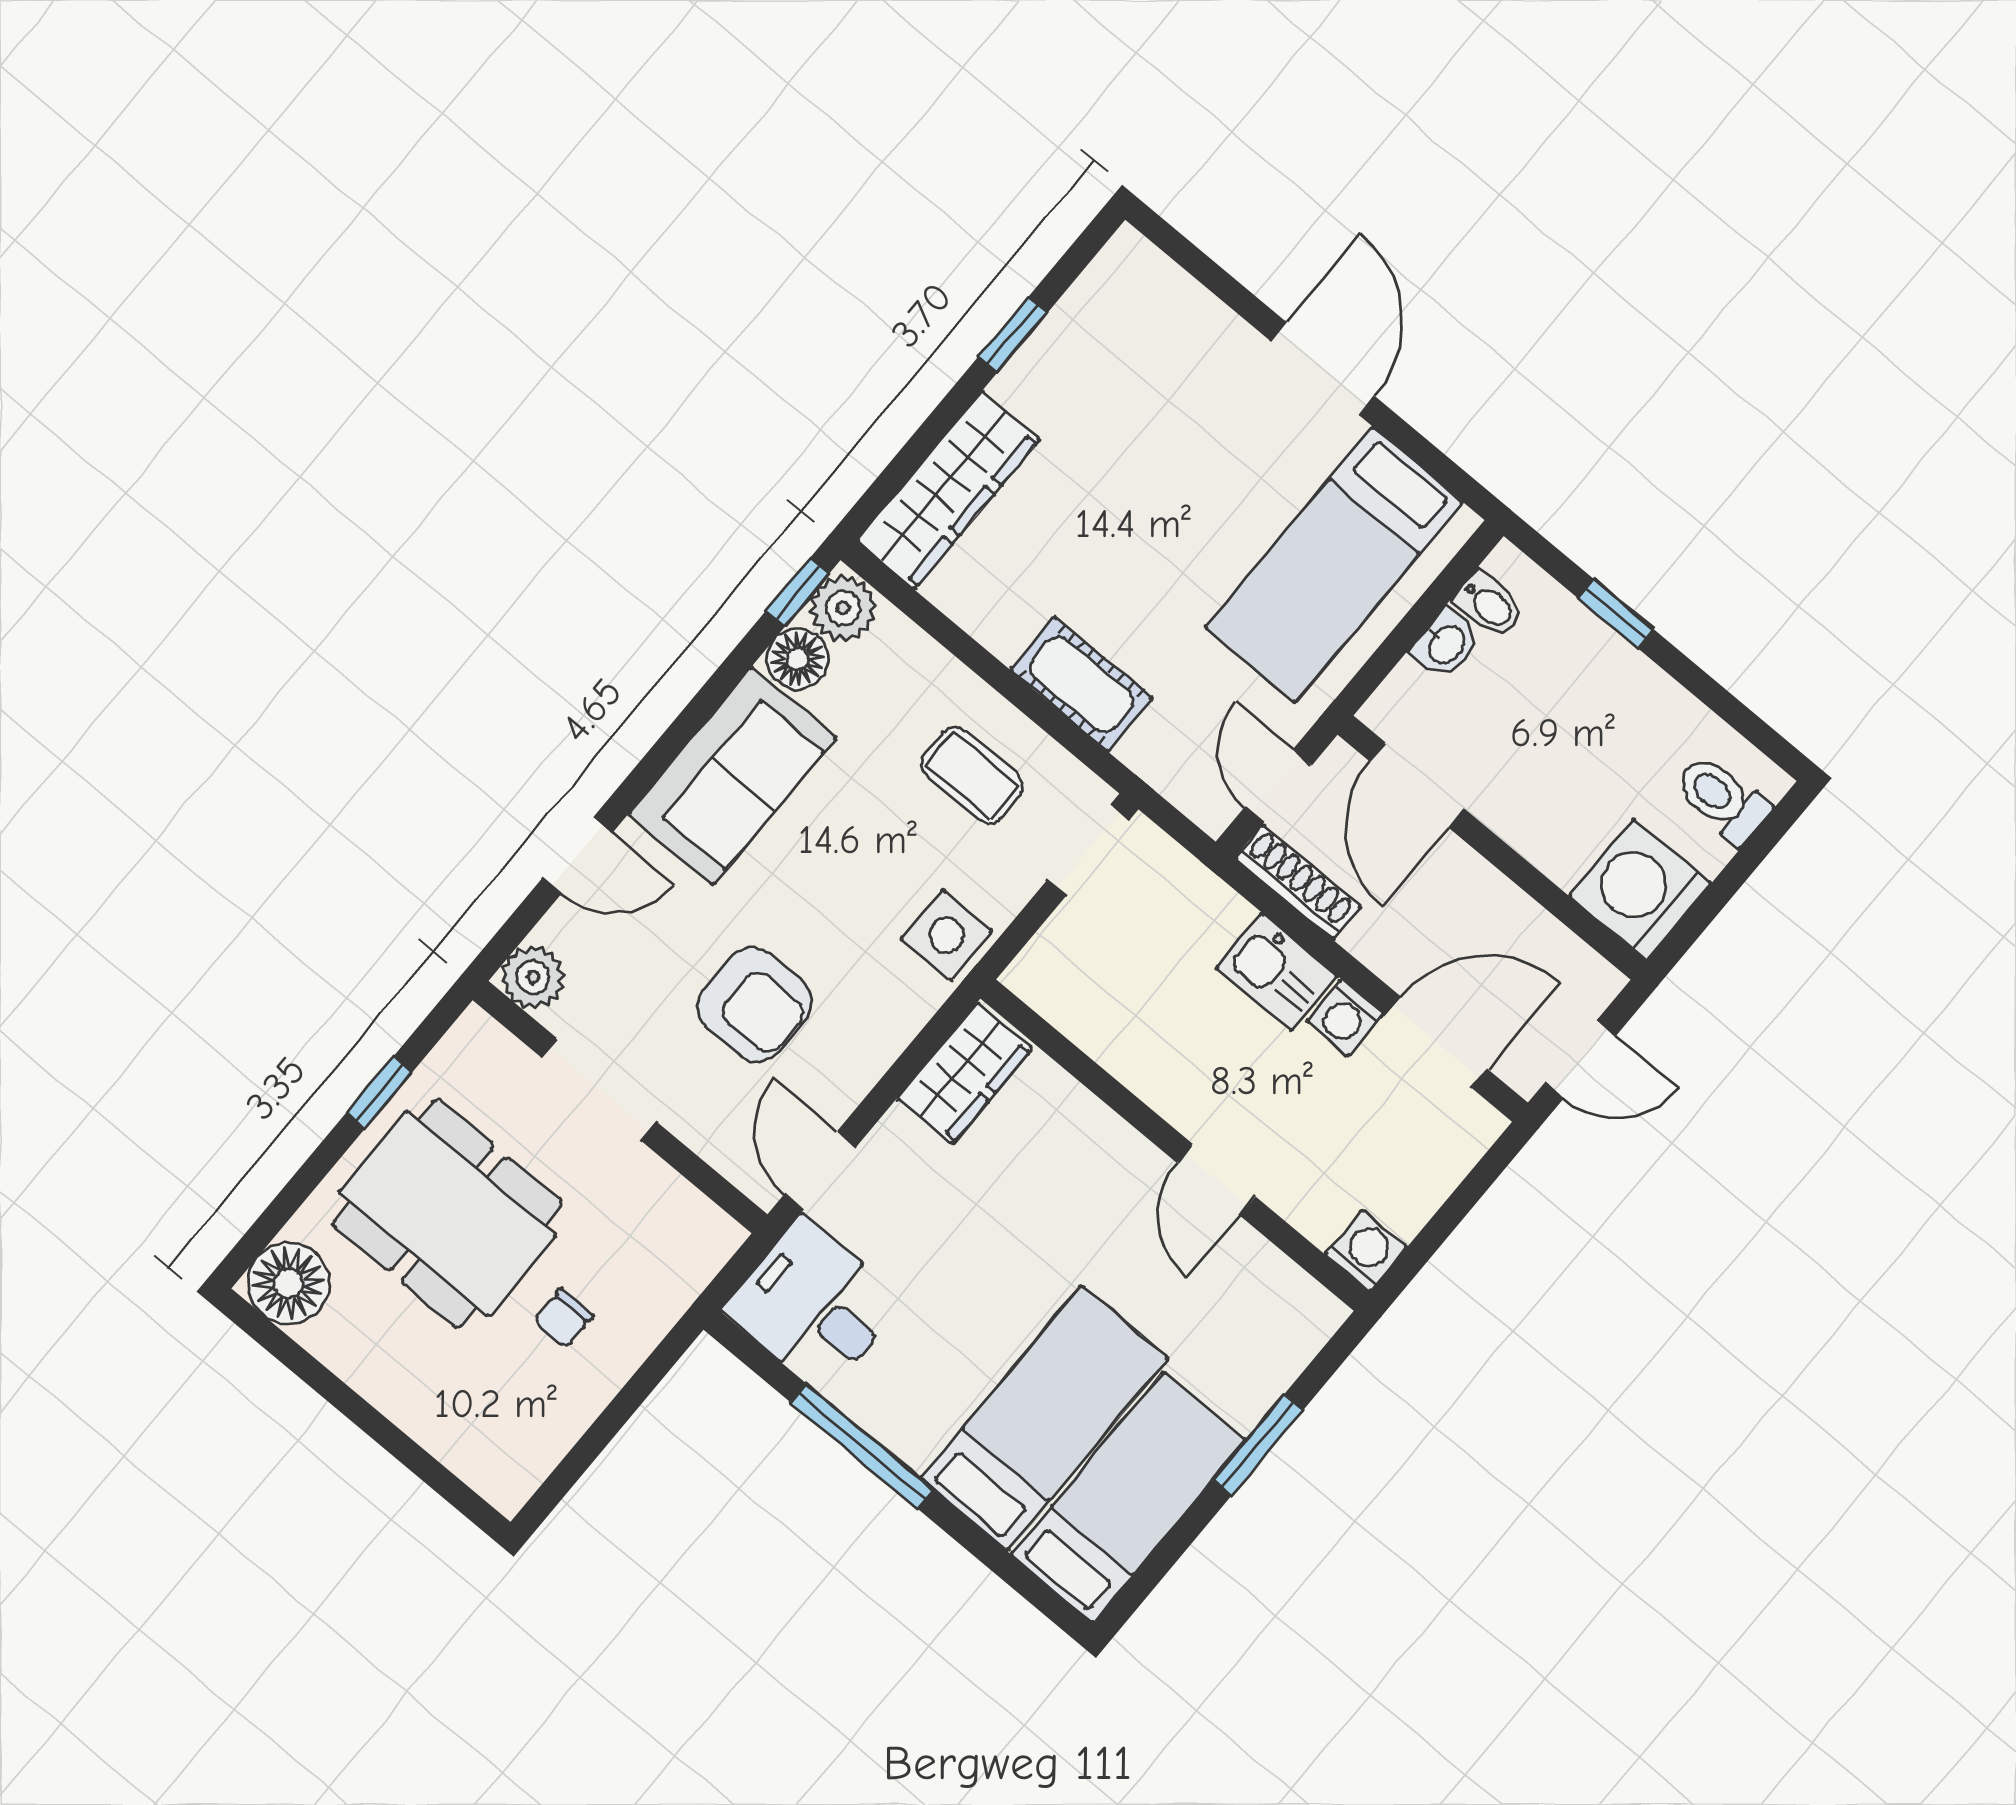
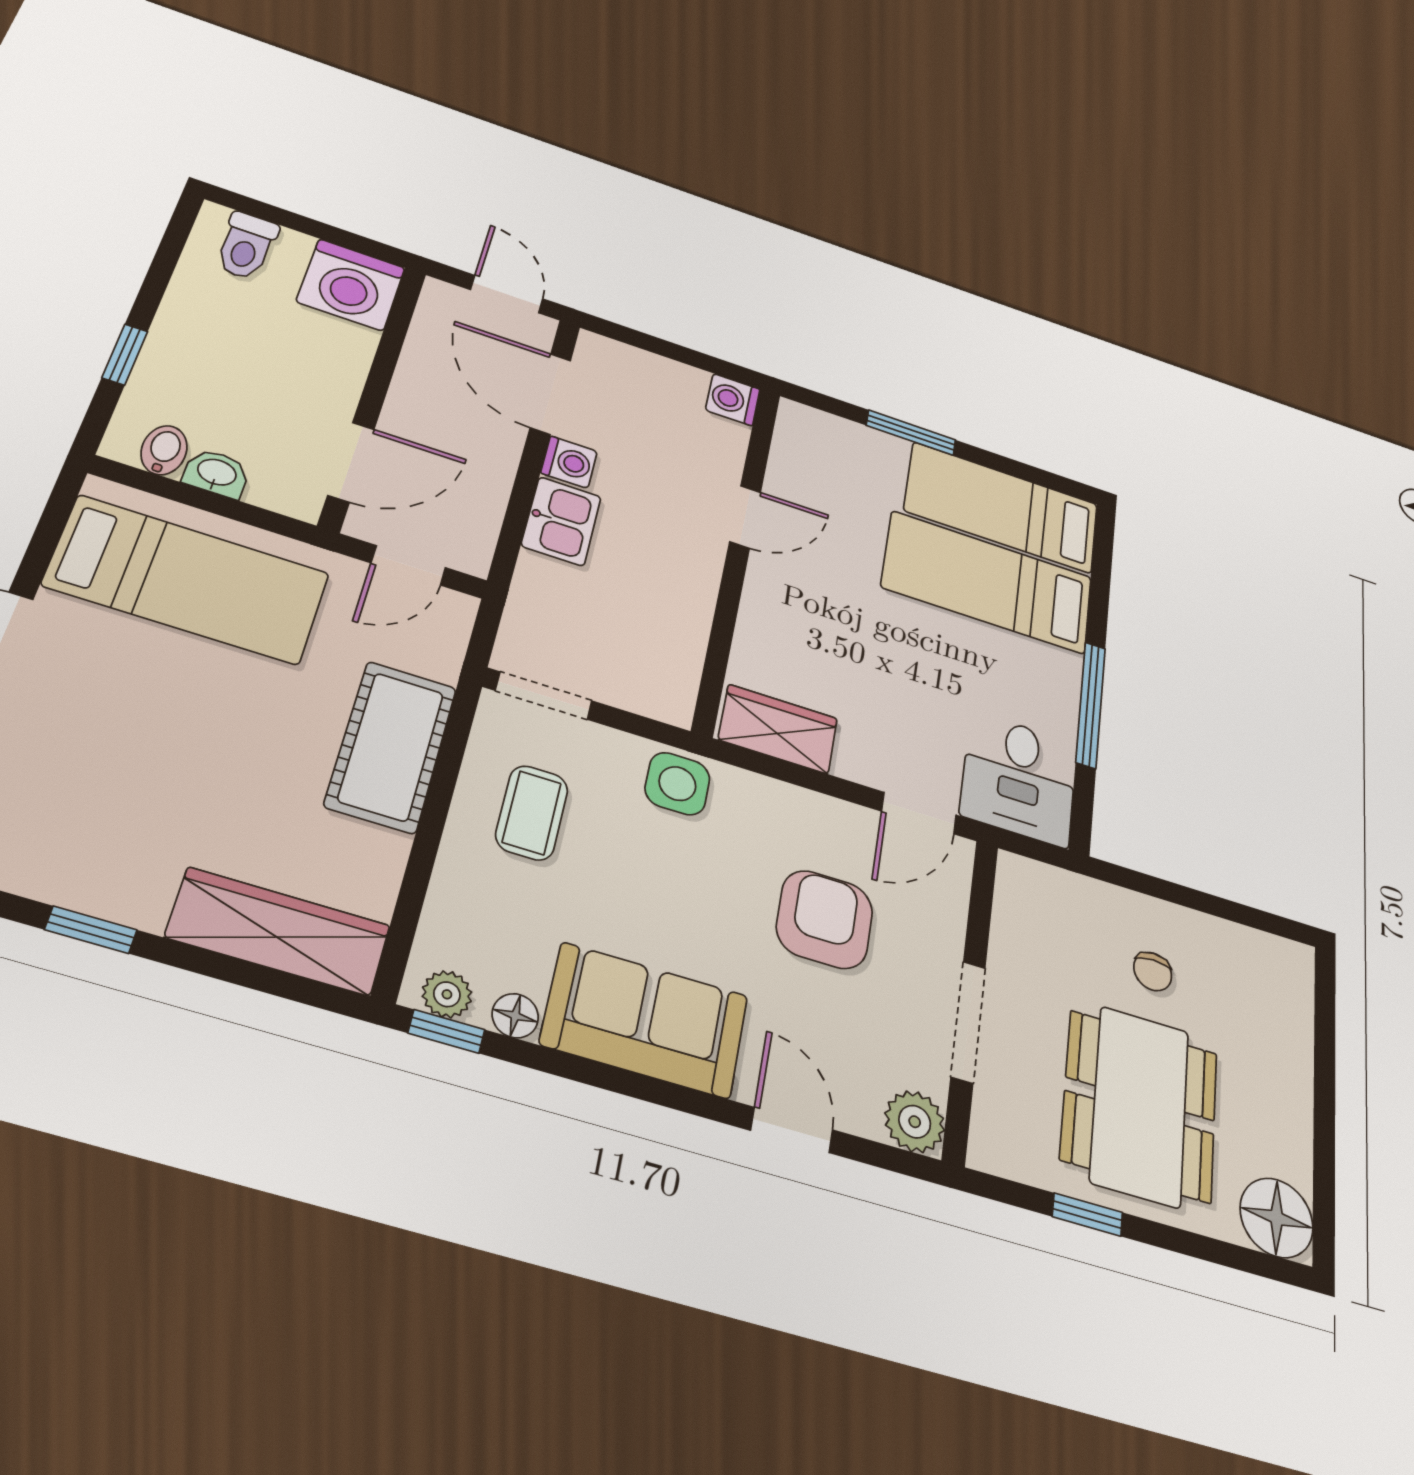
plant: (843, 608) -> (447, 994), width x0.73, depth x0.73
floor lamp: (798, 659) -> (515, 1016), width x0.73, depth x0.73
cot: (1082, 684) -> (391, 746), width x1.37, depth x1.34
shoe rack: (1298, 882) -> (480, 527), removed
chair: (563, 1318) -> (1153, 971), turned 90

